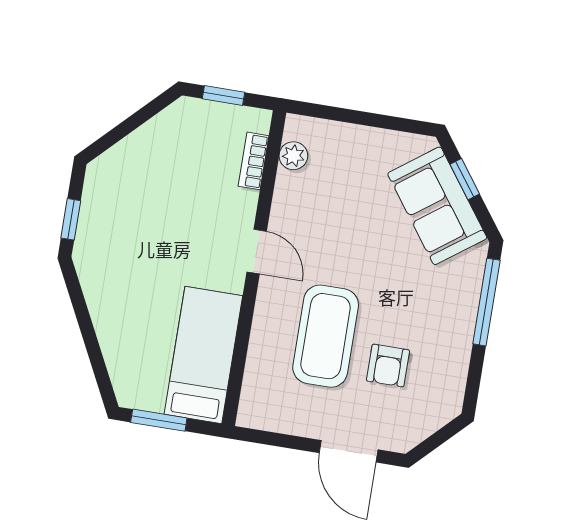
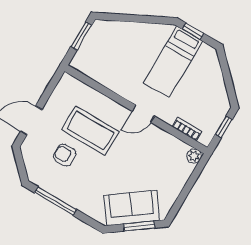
plant: (293, 156) -> (194, 156), moved
window: (465, 179) -> (139, 226), width x1.50
window: (486, 302) -> (55, 201), moved
bed: (203, 355) -> (173, 62), moved, turned 90

